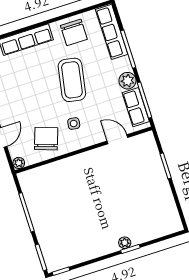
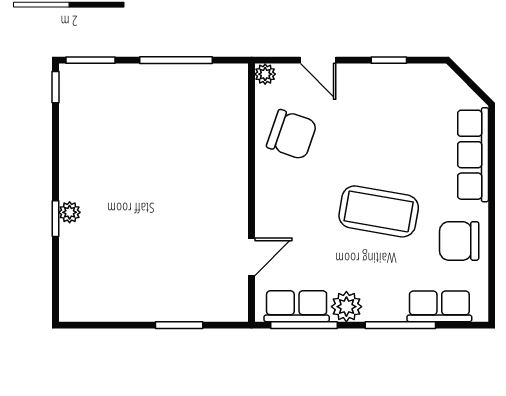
row of seats: (112, 32) -> (439, 306), width x0.68
side table: (74, 124) -> (303, 190), removed

